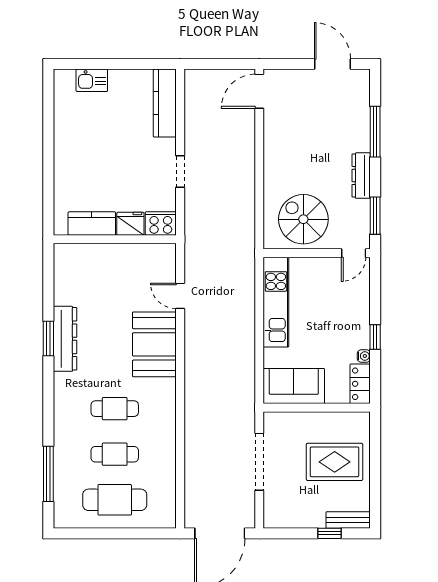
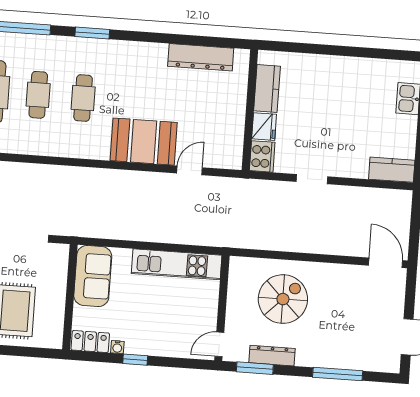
kitchen counter: (165, 103) -> (392, 170), width x0.67
dresser: (361, 176) -> (272, 356), moved
spiral stairs: (303, 219) -> (283, 299), moved
door: (354, 253) -> (219, 344), hinge flipped
window: (48, 339) -> (92, 33), moved
dresser: (65, 339) -> (201, 57), moved

